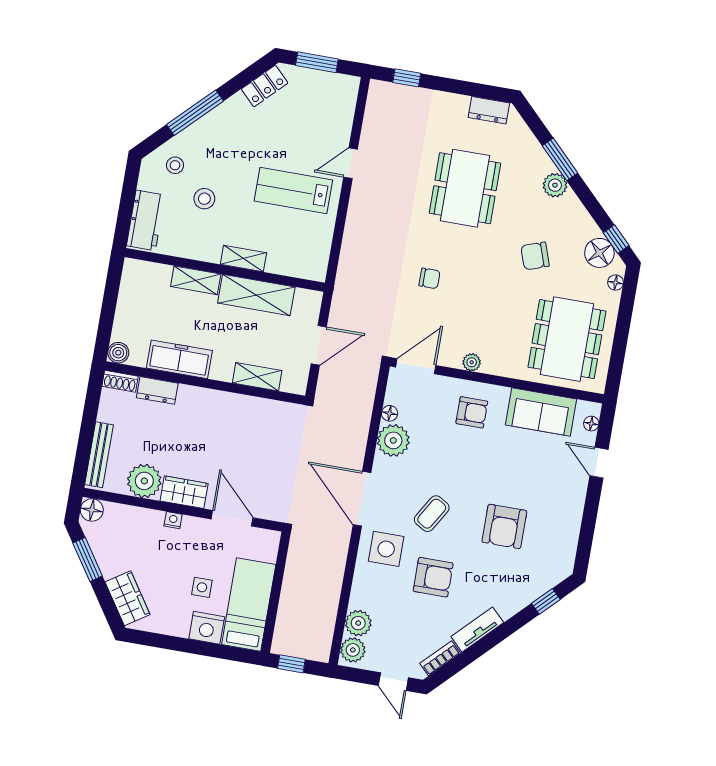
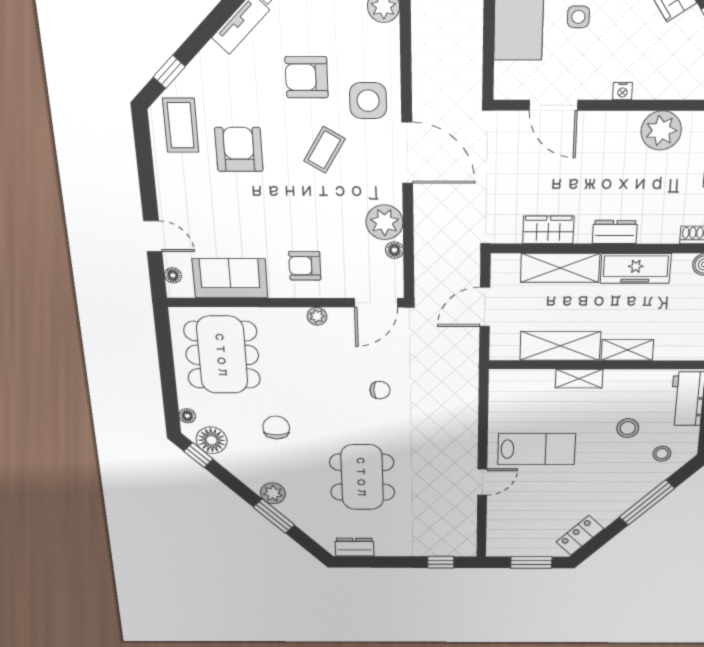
chair: (535, 256) -> (276, 428), turned -71
chair: (429, 278) -> (380, 390), turned 180
shelving: (257, 377) -> (560, 268), width x1.50, depth x1.33
dresser: (157, 390) -> (615, 232), moved
wardrobe: (184, 492) -> (548, 230), moved, turned 180
coffee table: (548, 555) -> (181, 125), added

